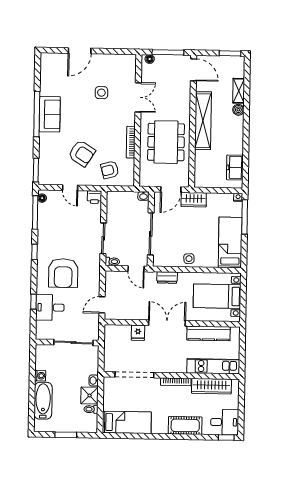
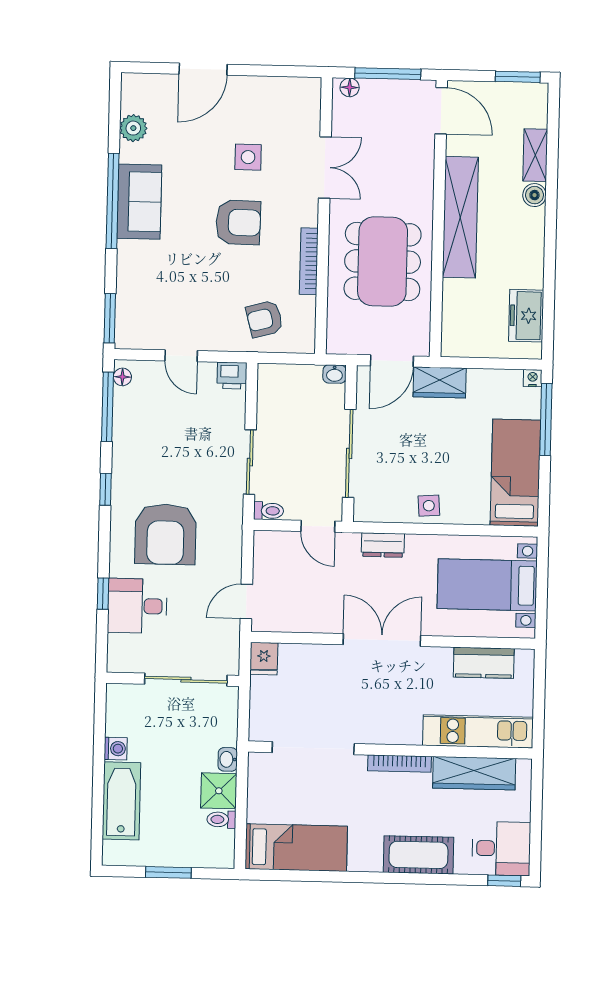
plant: (46, 79) -> (133, 128), added
armchair: (82, 153) -> (238, 222), moved, turned -32
fridge: (138, 333) -> (264, 659), moved
kitchen counter: (209, 333) -> (484, 663), width x0.67

